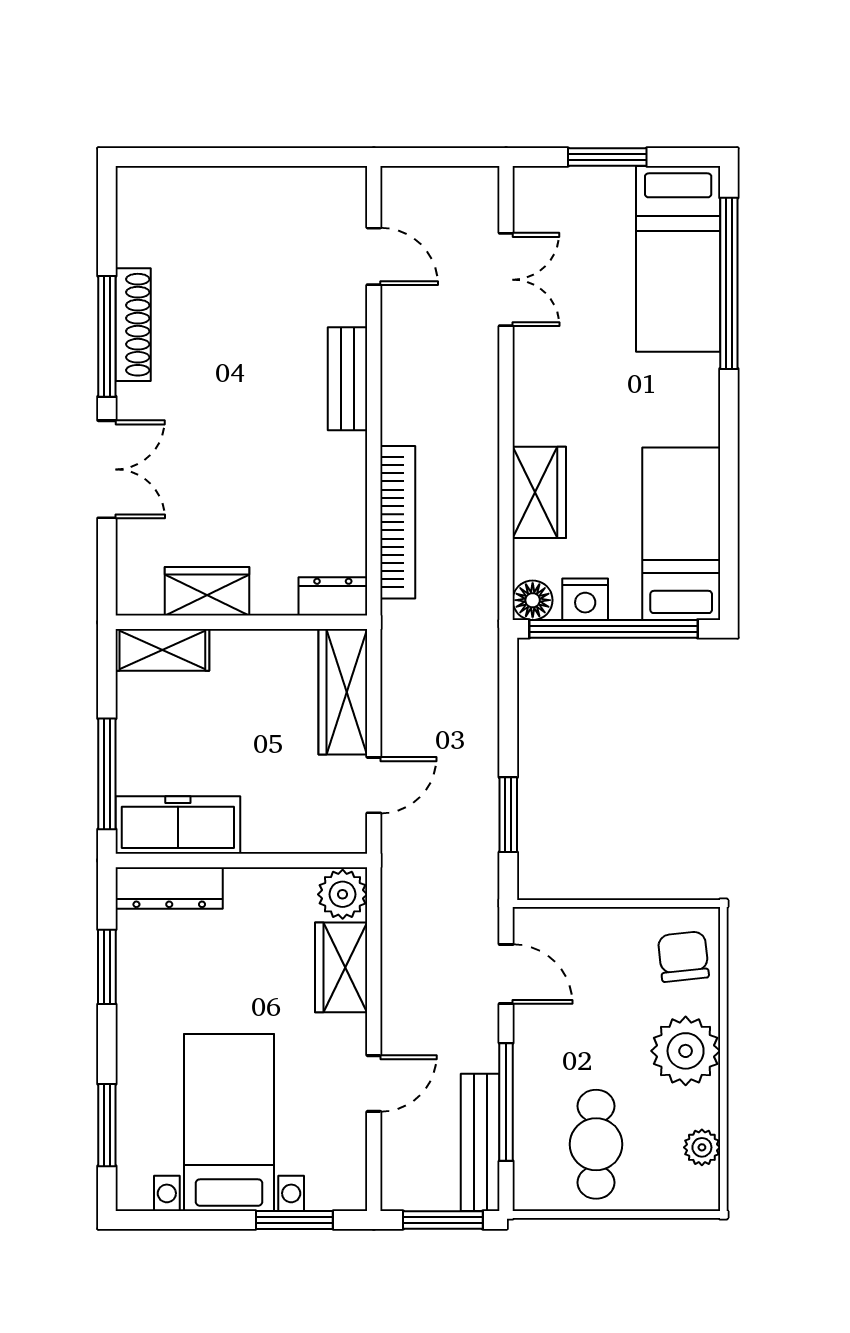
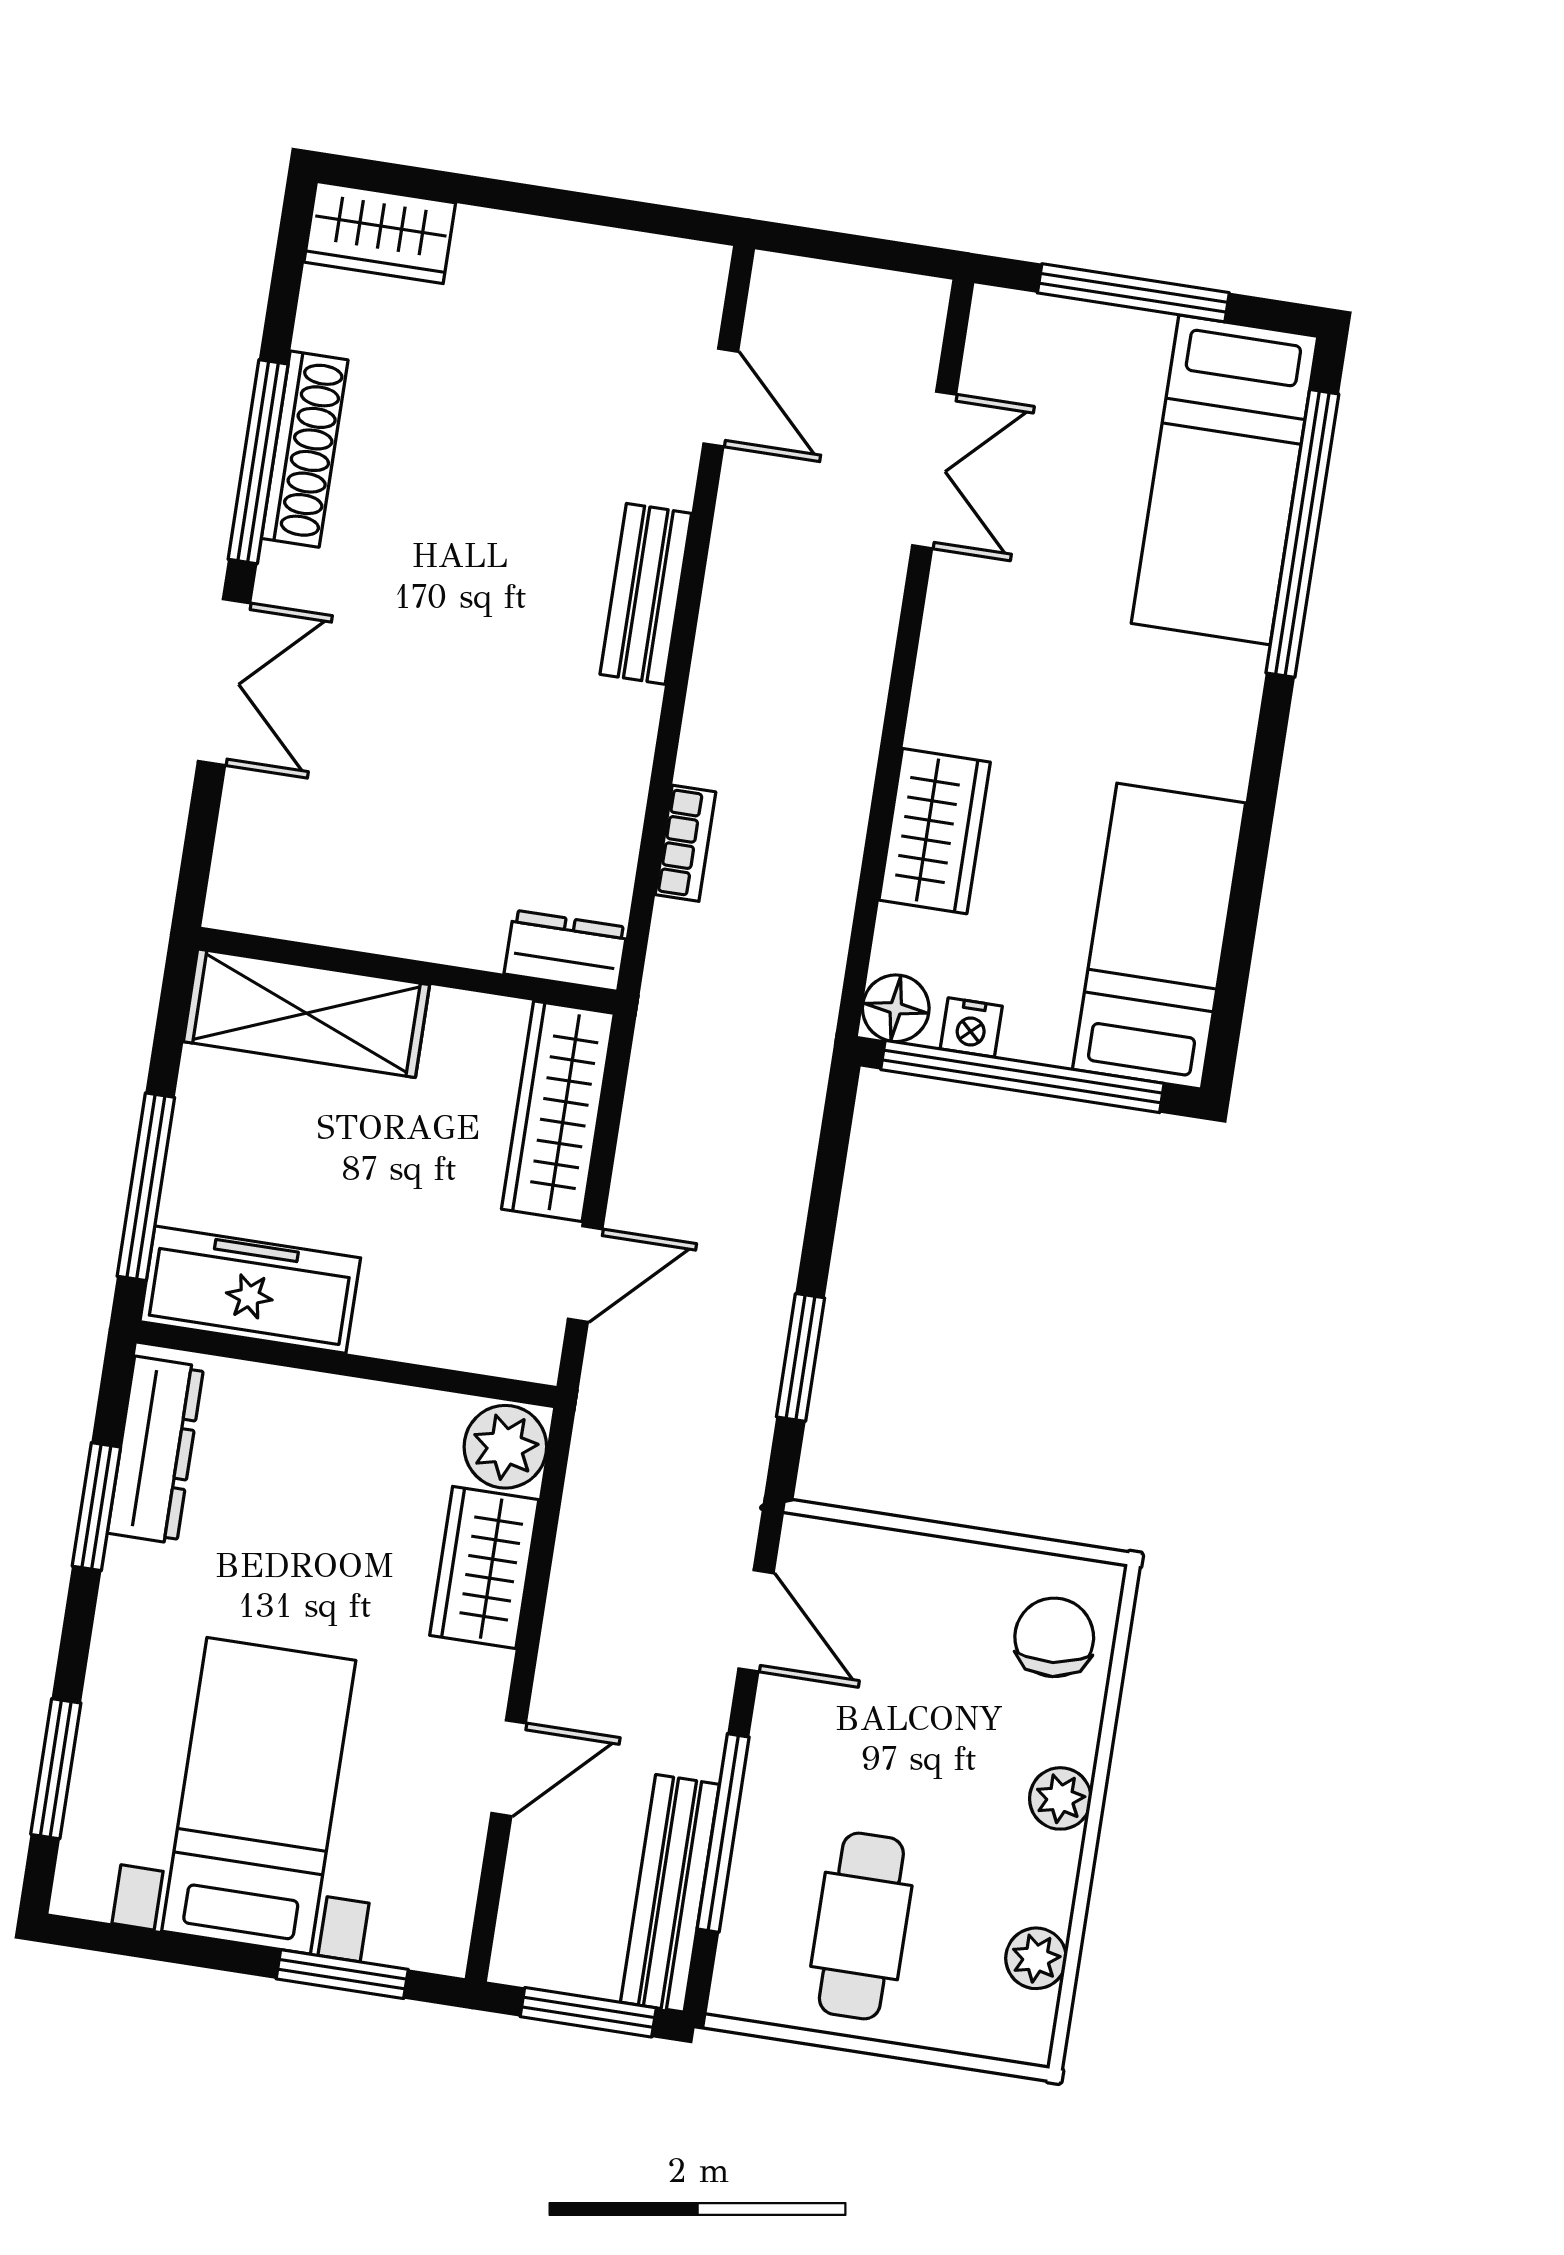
window: (607, 157) -> (1133, 293), width x1.44
bookcase: (398, 522) -> (685, 843), width x0.43, depth x0.76
wardrobe: (207, 591) -> (380, 233), moved, turned 180
nightstand: (585, 599) -> (971, 1027), width x0.72, depth x0.74
shelving: (162, 650) -> (306, 1013), width x1.50, depth x1.33
dresser: (169, 888) -> (156, 1450), moved, turned -90
plant: (686, 1051) -> (1060, 1798), width x0.53, depth x0.53

